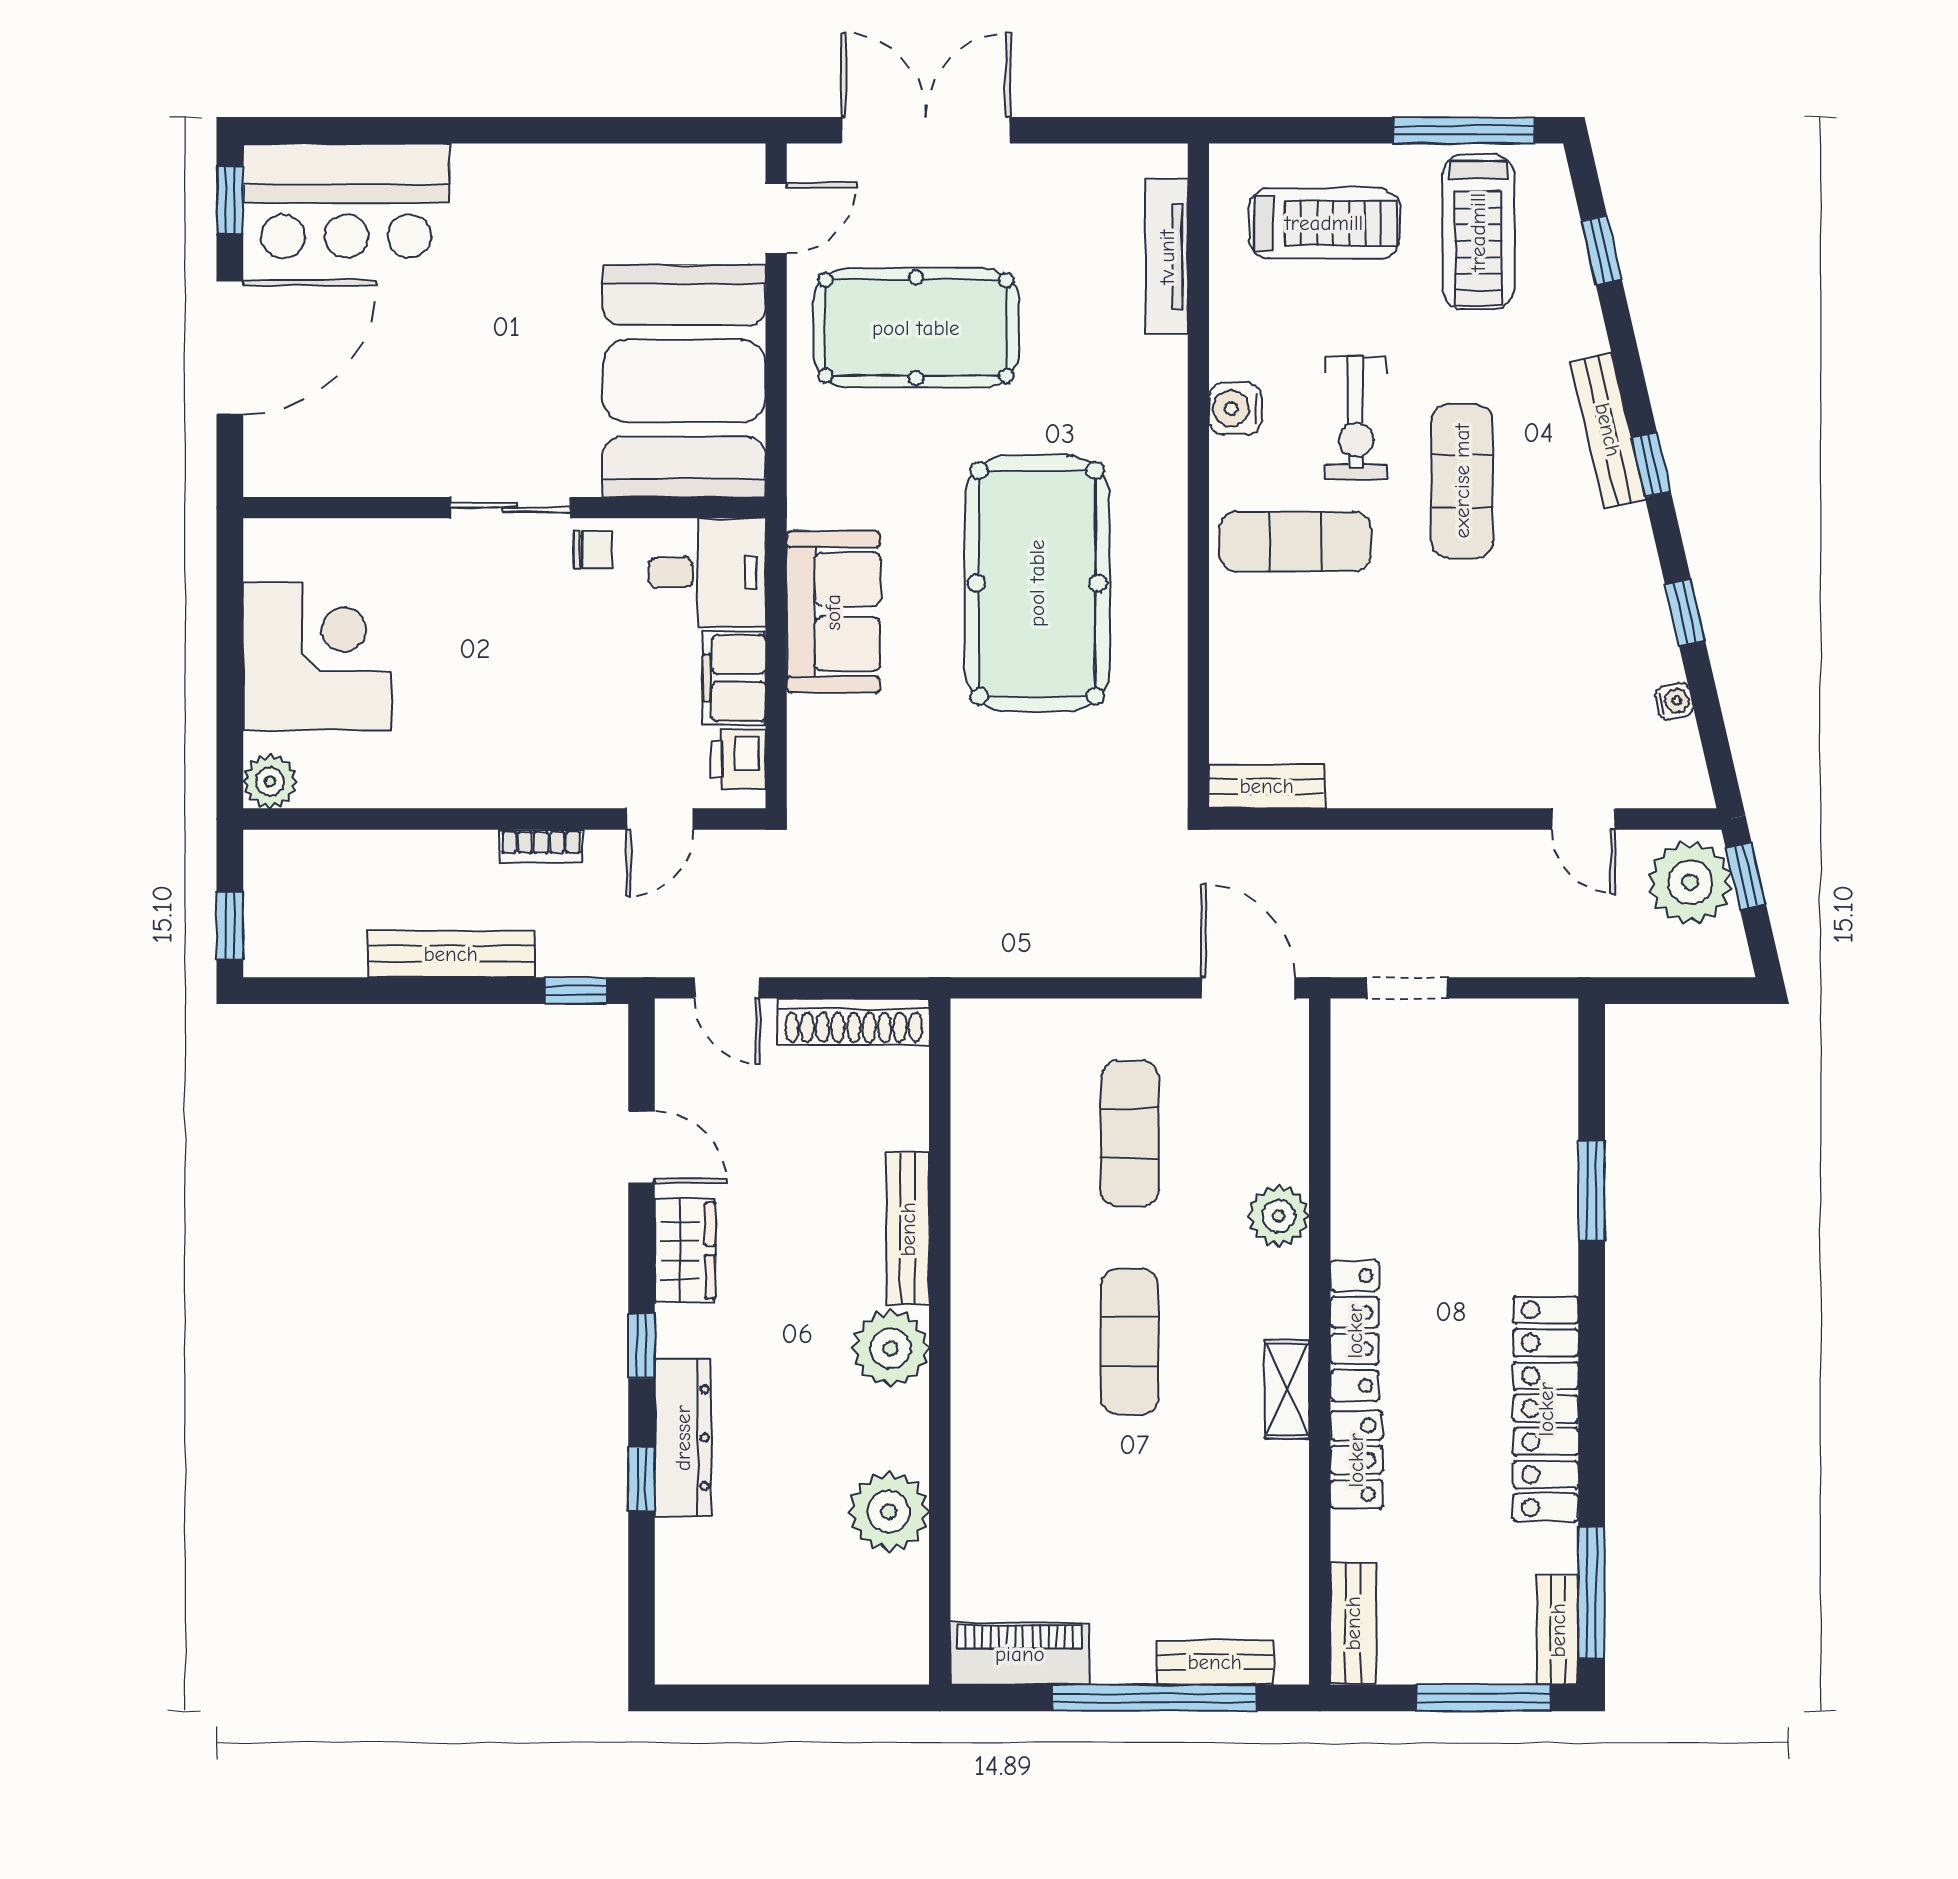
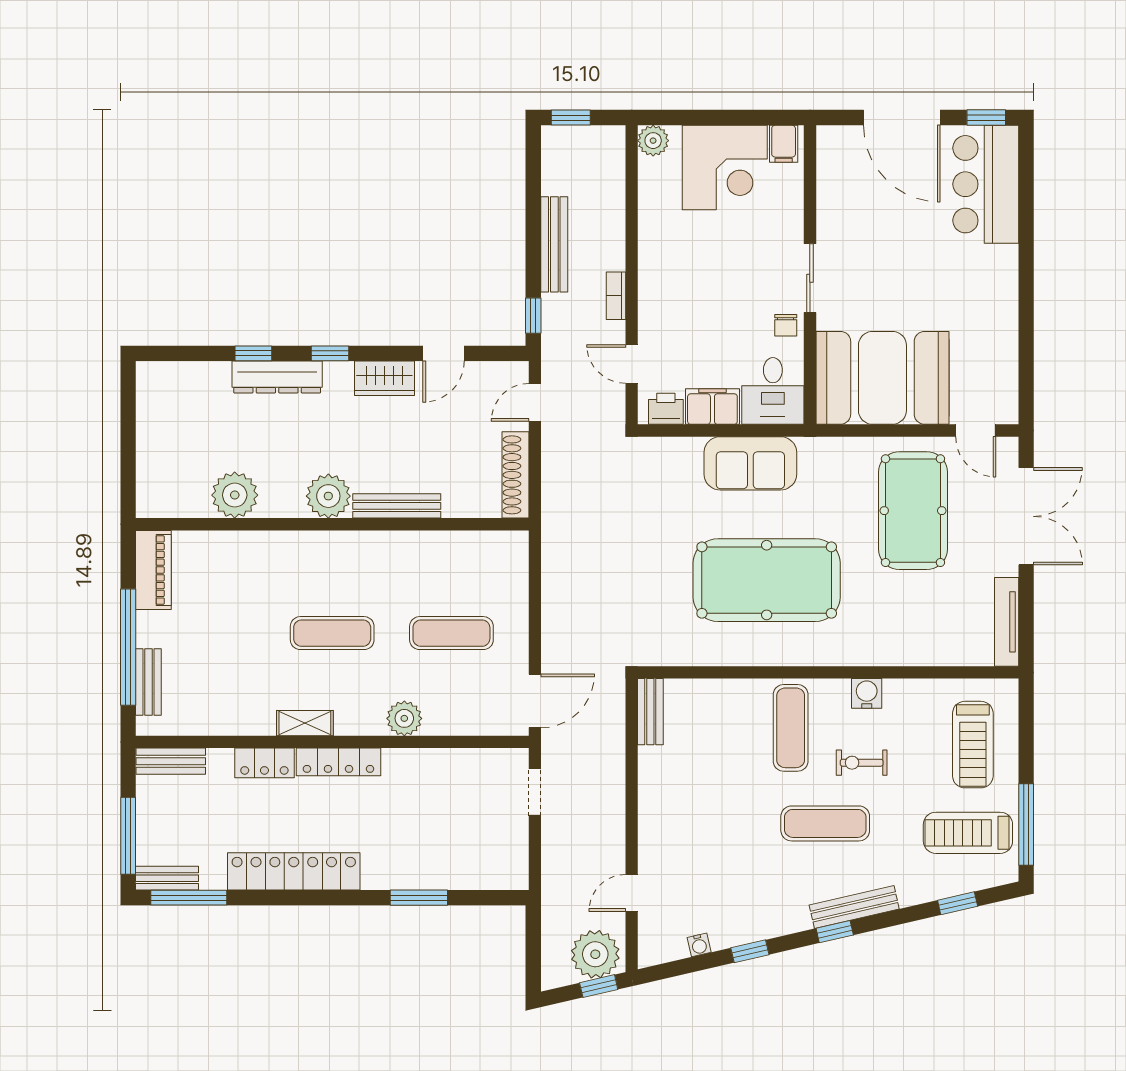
tv unit: (1167, 257) -> (1007, 622), moved, turned -90
exercise bike: (1356, 417) -> (862, 763), width x0.73, depth x0.72
filing cabinet: (276, 554) -> (784, 144), added

